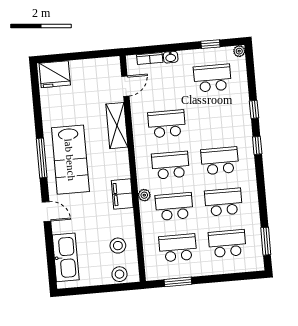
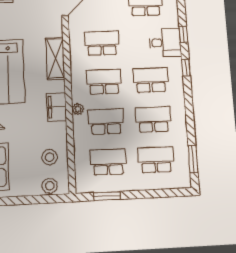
desk: (234, 120) -> (165, 43), added
shelving: (117, 126) -> (55, 58), moved

